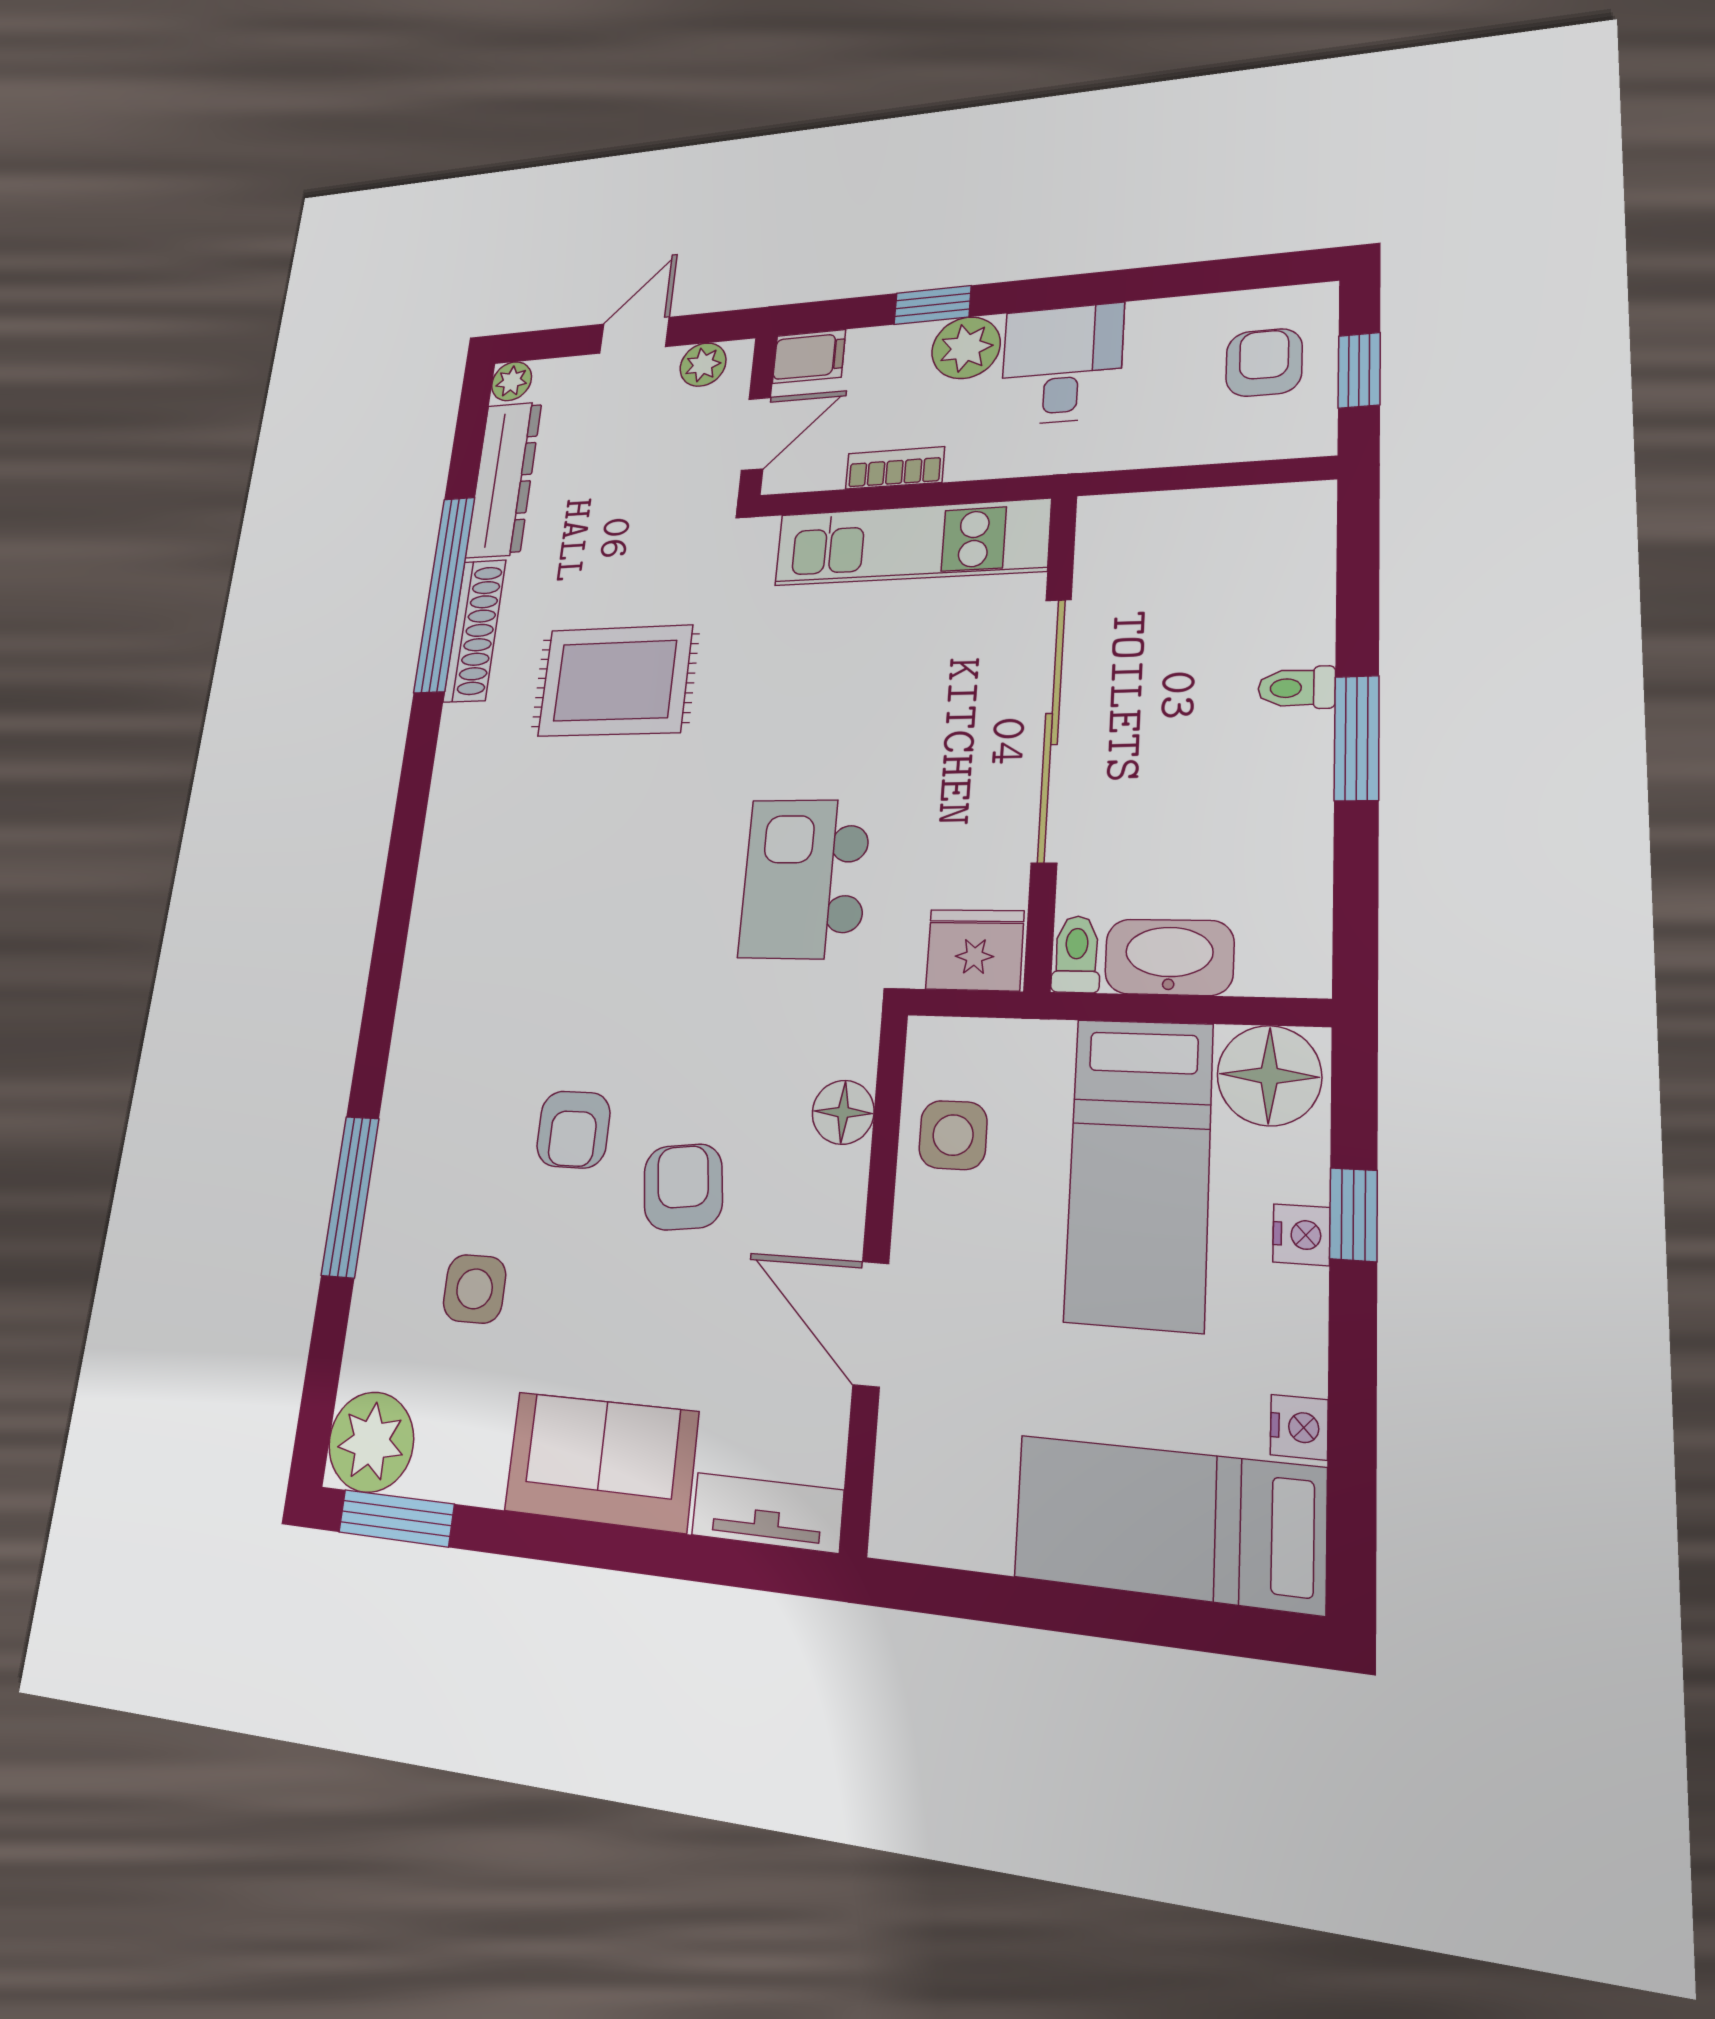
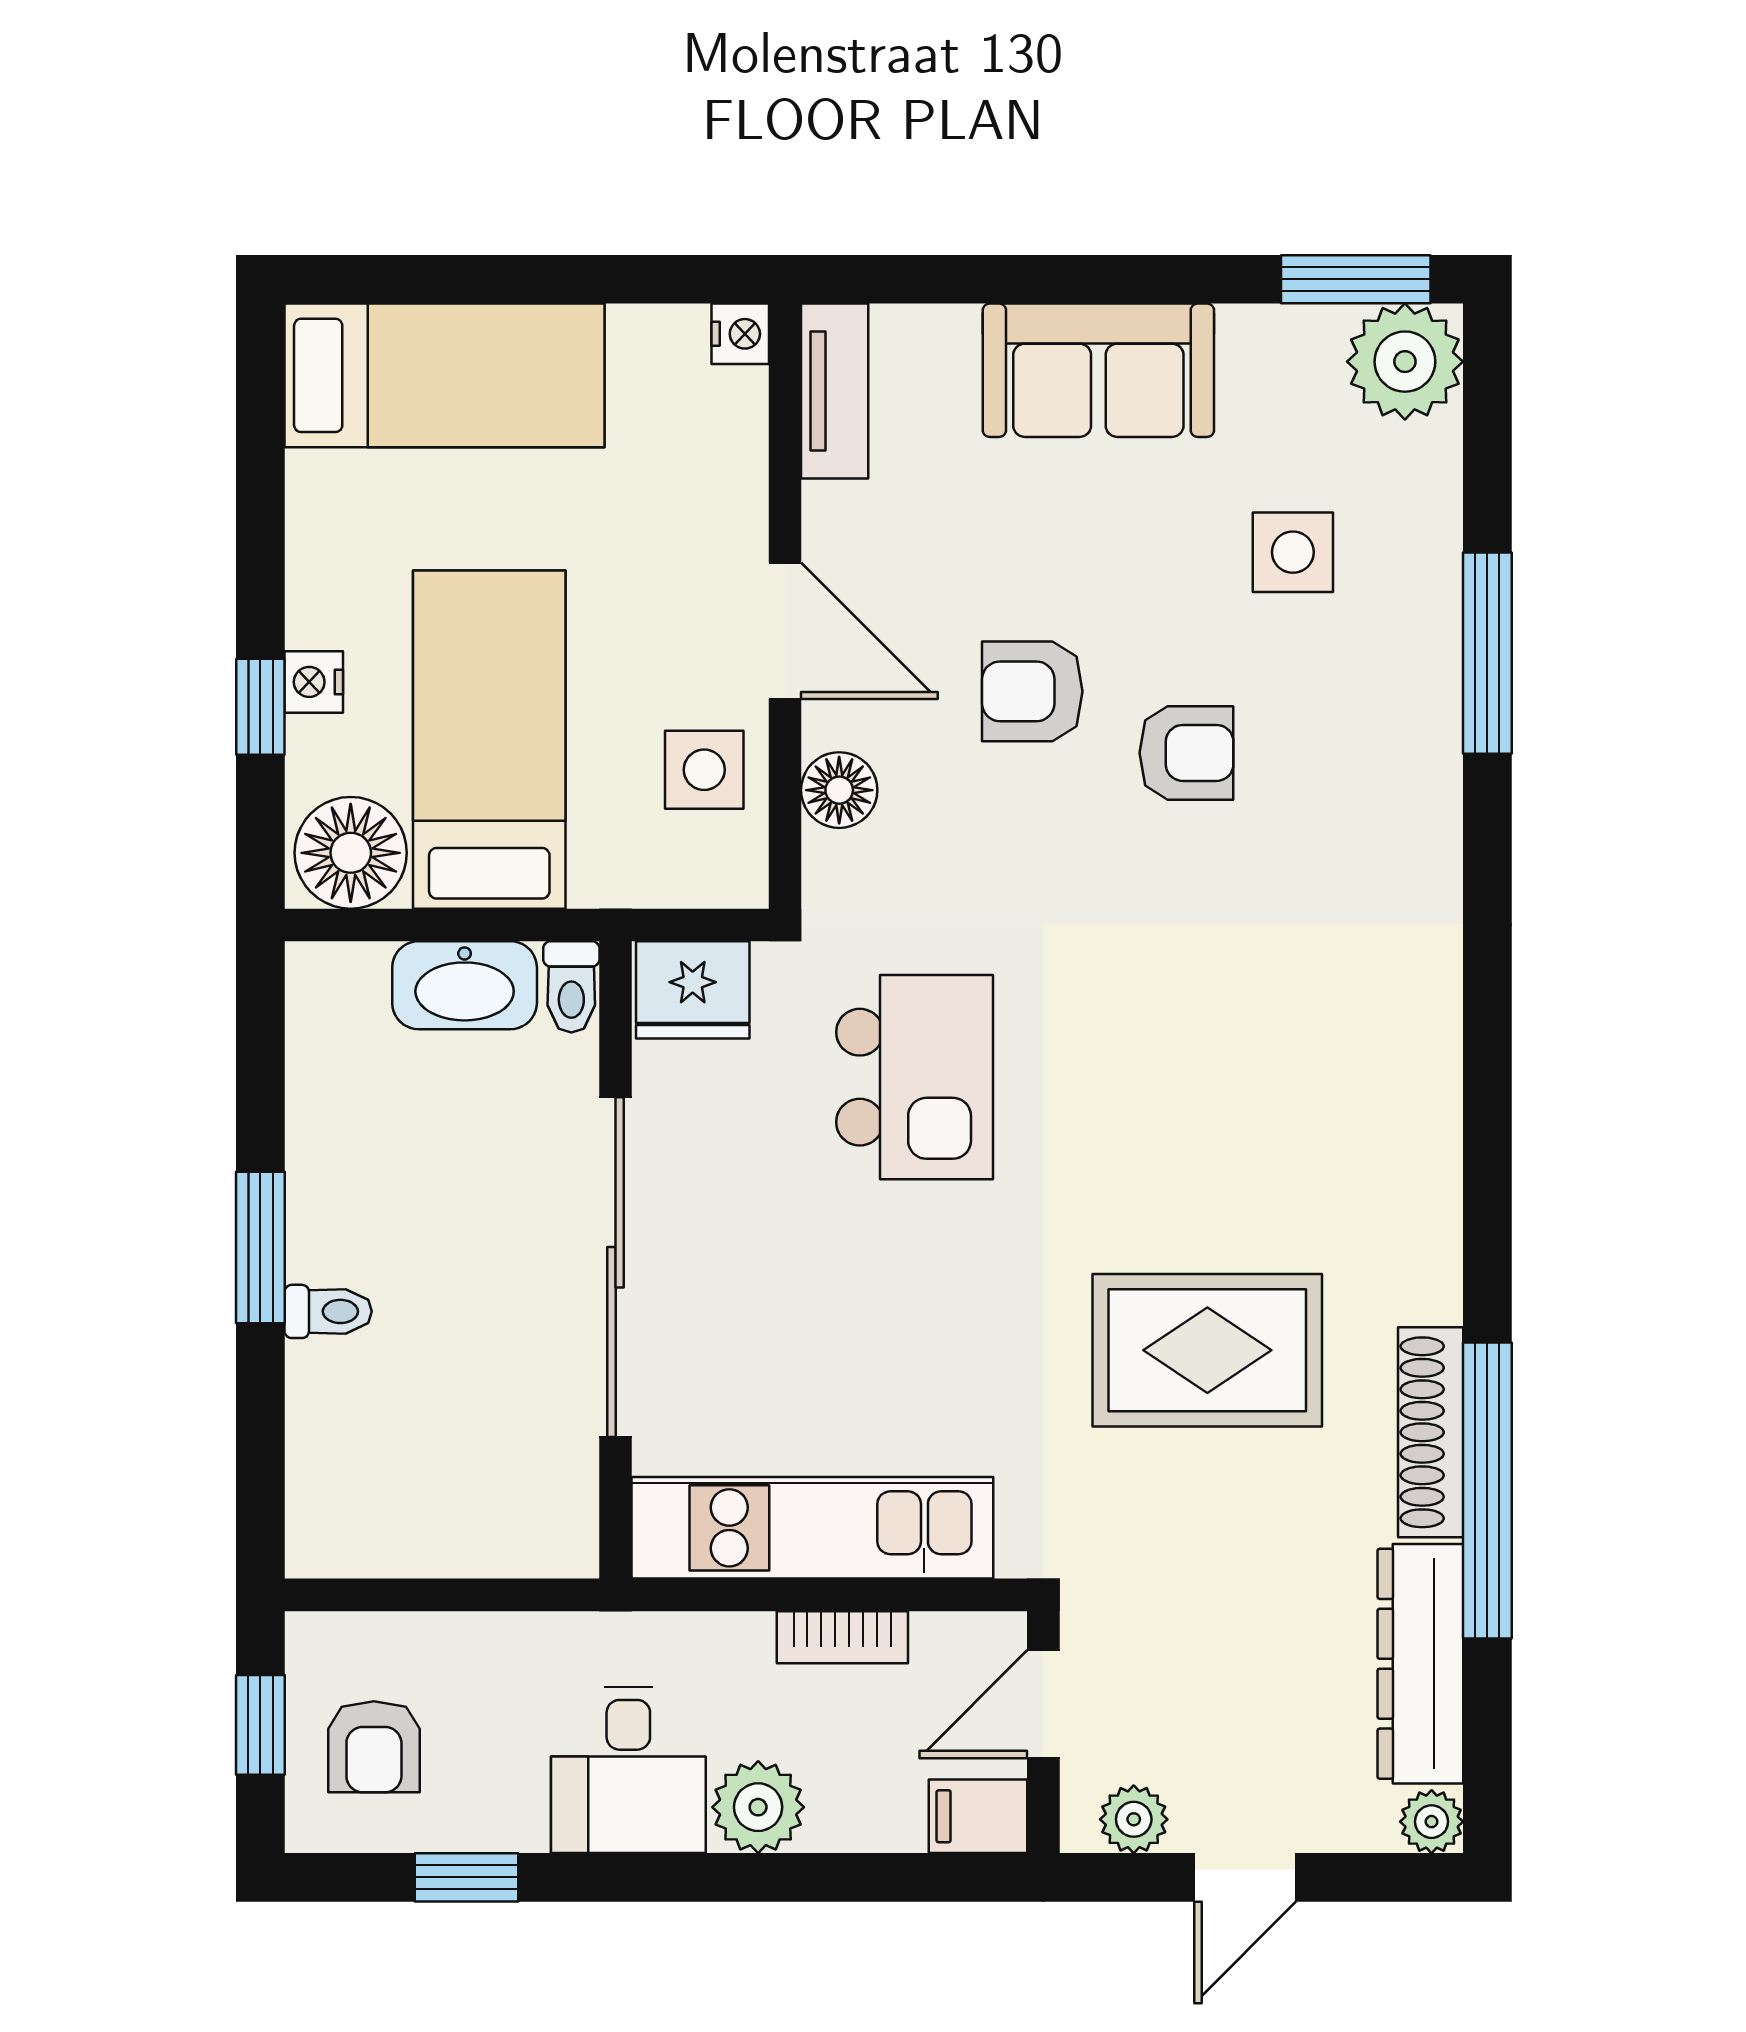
window: (932, 305) -> (466, 1877), moved
armchair: (573, 1130) -> (1186, 753), turned 90
armchair: (683, 1187) -> (1032, 691), turned 97
door: (871, 1324) -> (785, 631), moved
nightstand: (1299, 1427) -> (740, 334), moved, turned 180
tv unit: (767, 1513) -> (835, 391), moved, turned -90

